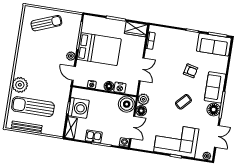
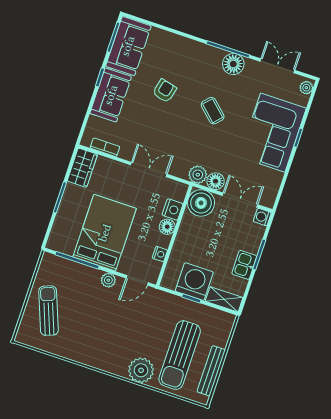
sofa: (215, 87) -> (111, 95), moved, turned -90

